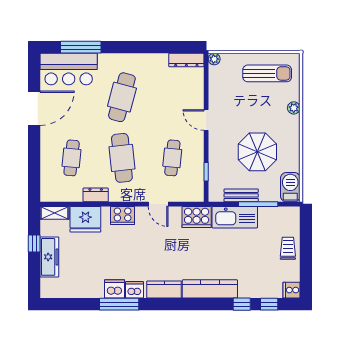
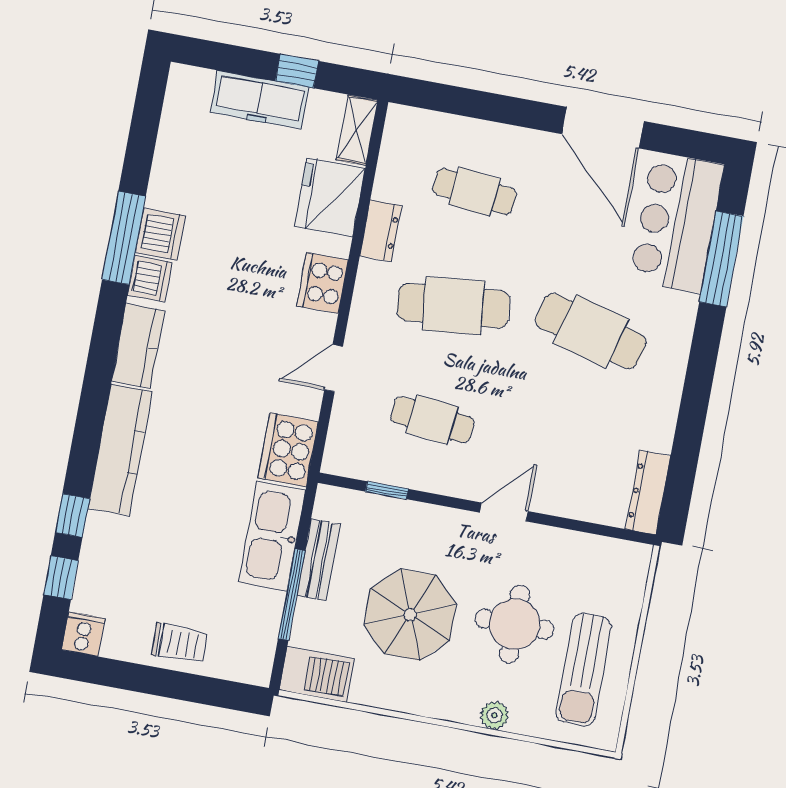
plant: (214, 59) -> (638, 556), removed
round table: (253, 107) -> (515, 624), added

